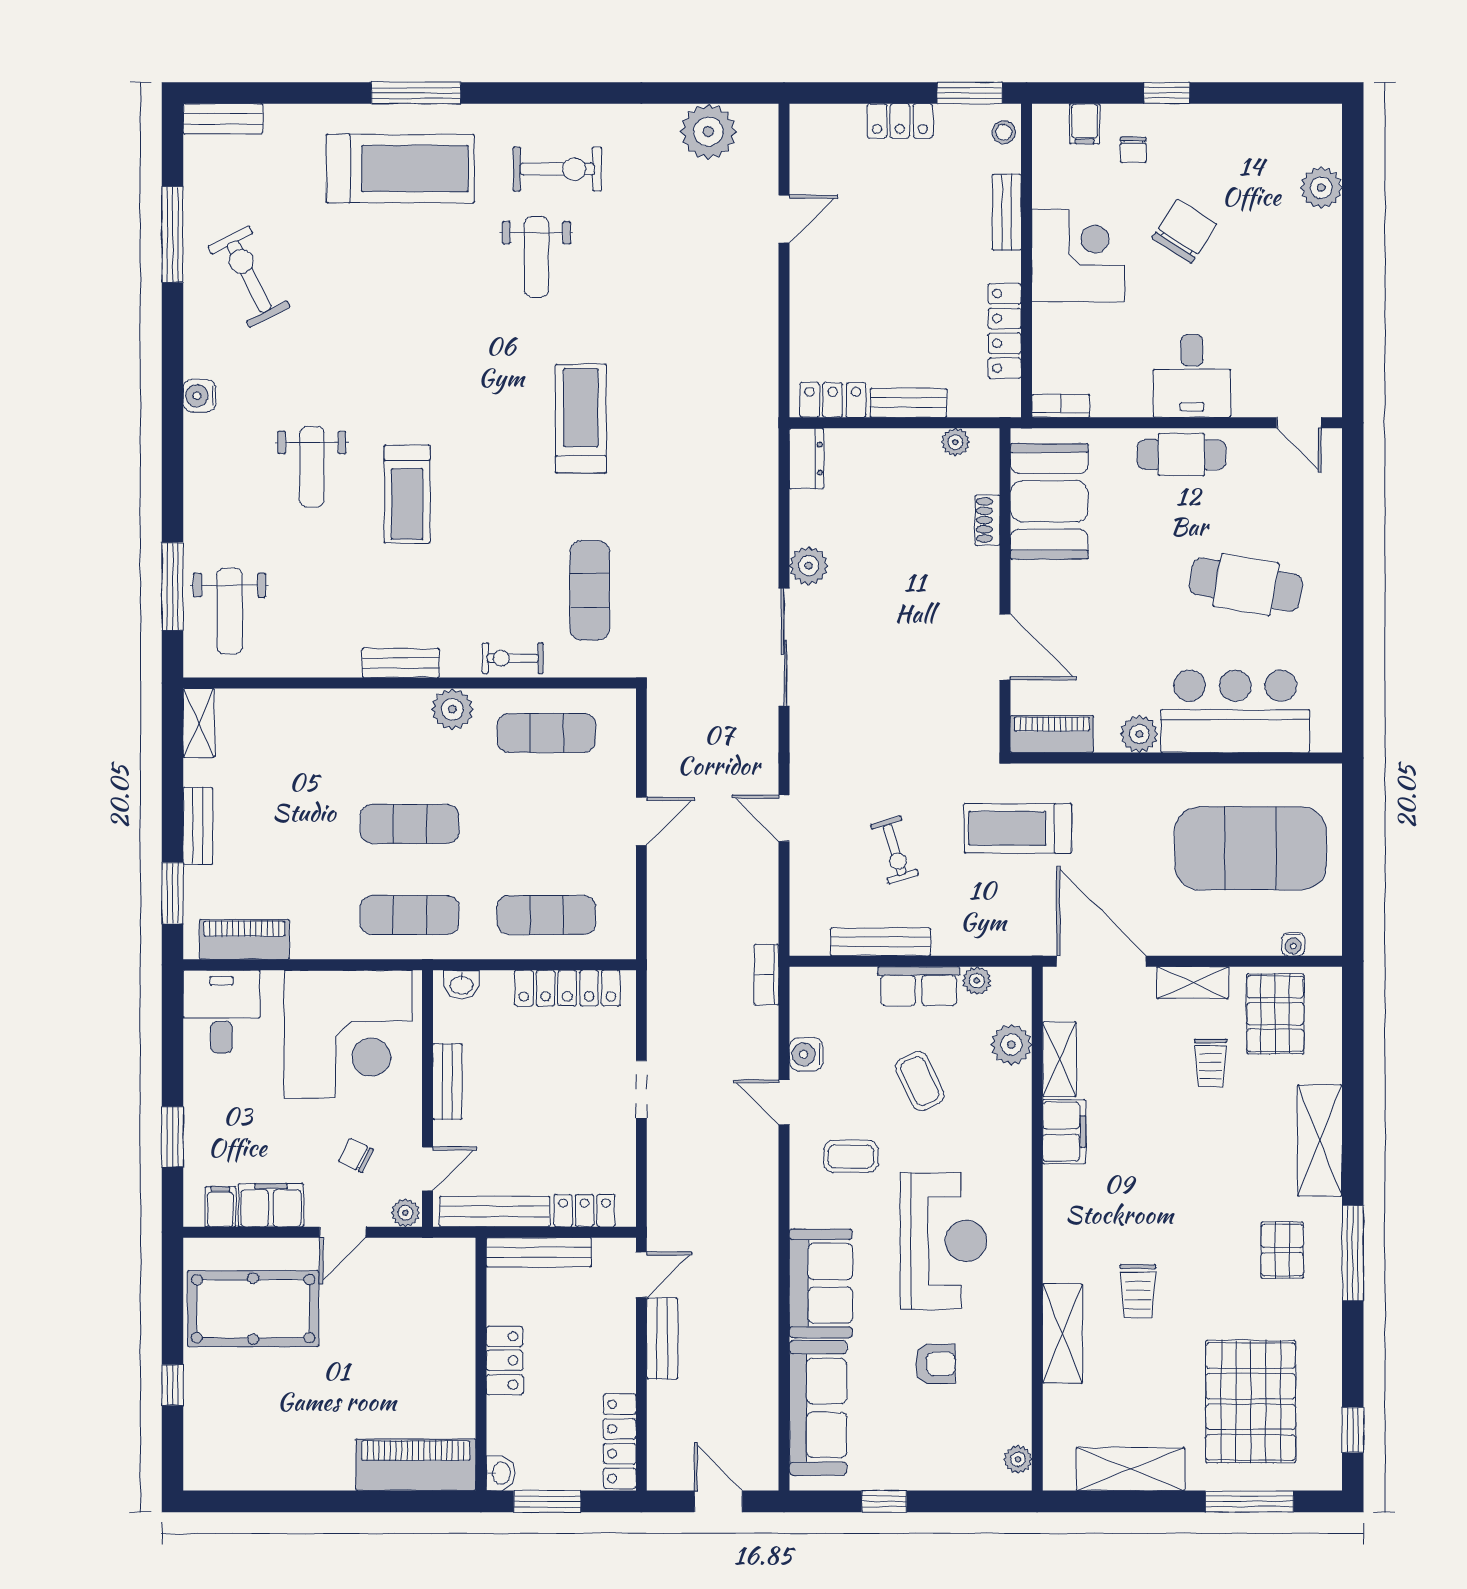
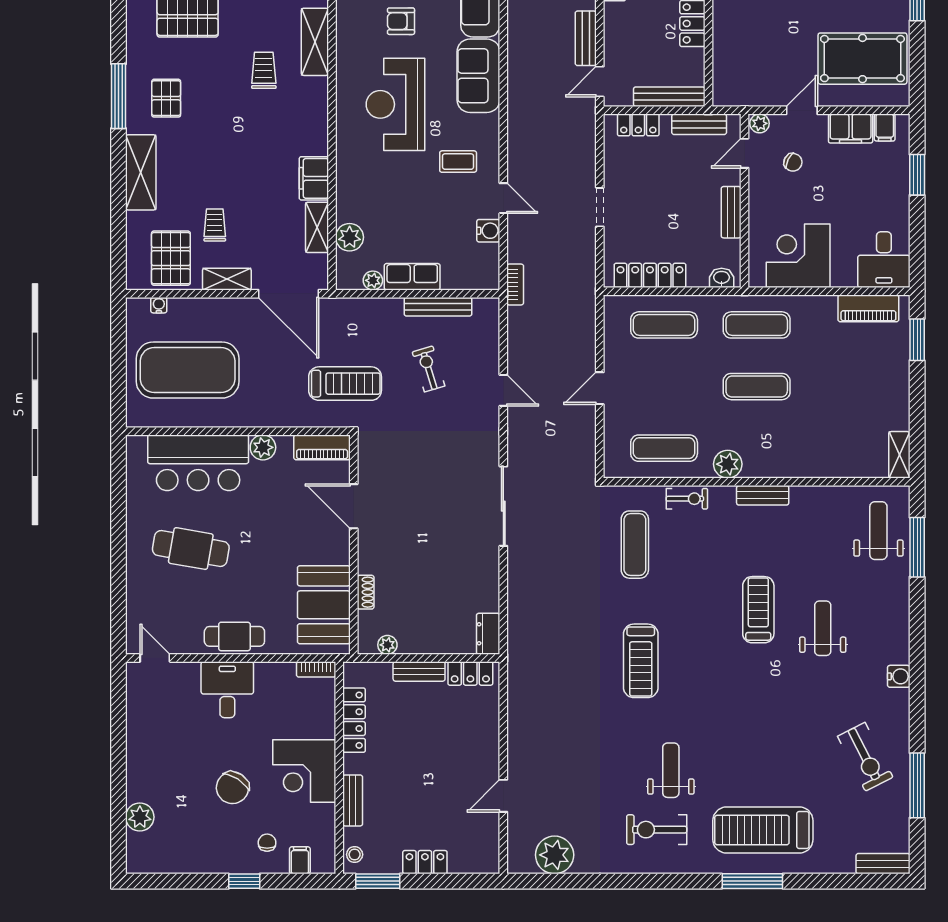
plant: (809, 566) -> (487, 561), removed
bench: (198, 826) -> (900, 385), removed
corner desk: (348, 1034) -> (798, 256), width x0.74, depth x0.74
coffee table: (920, 1081) -> (411, 212), removed
bench: (495, 1212) -> (699, 124), width x0.73

